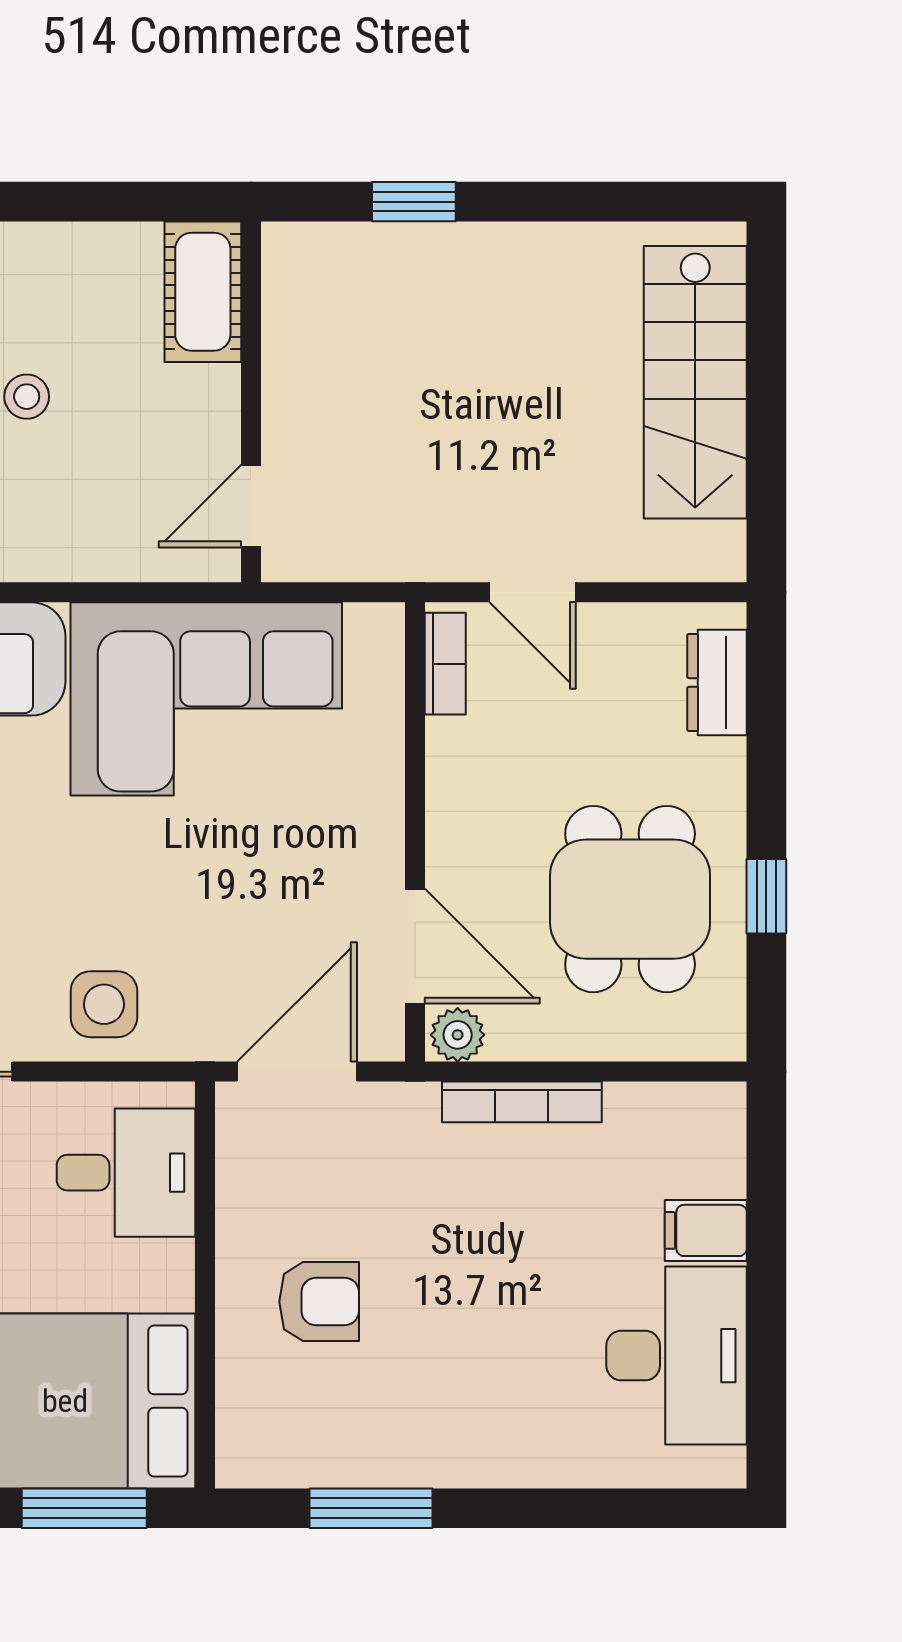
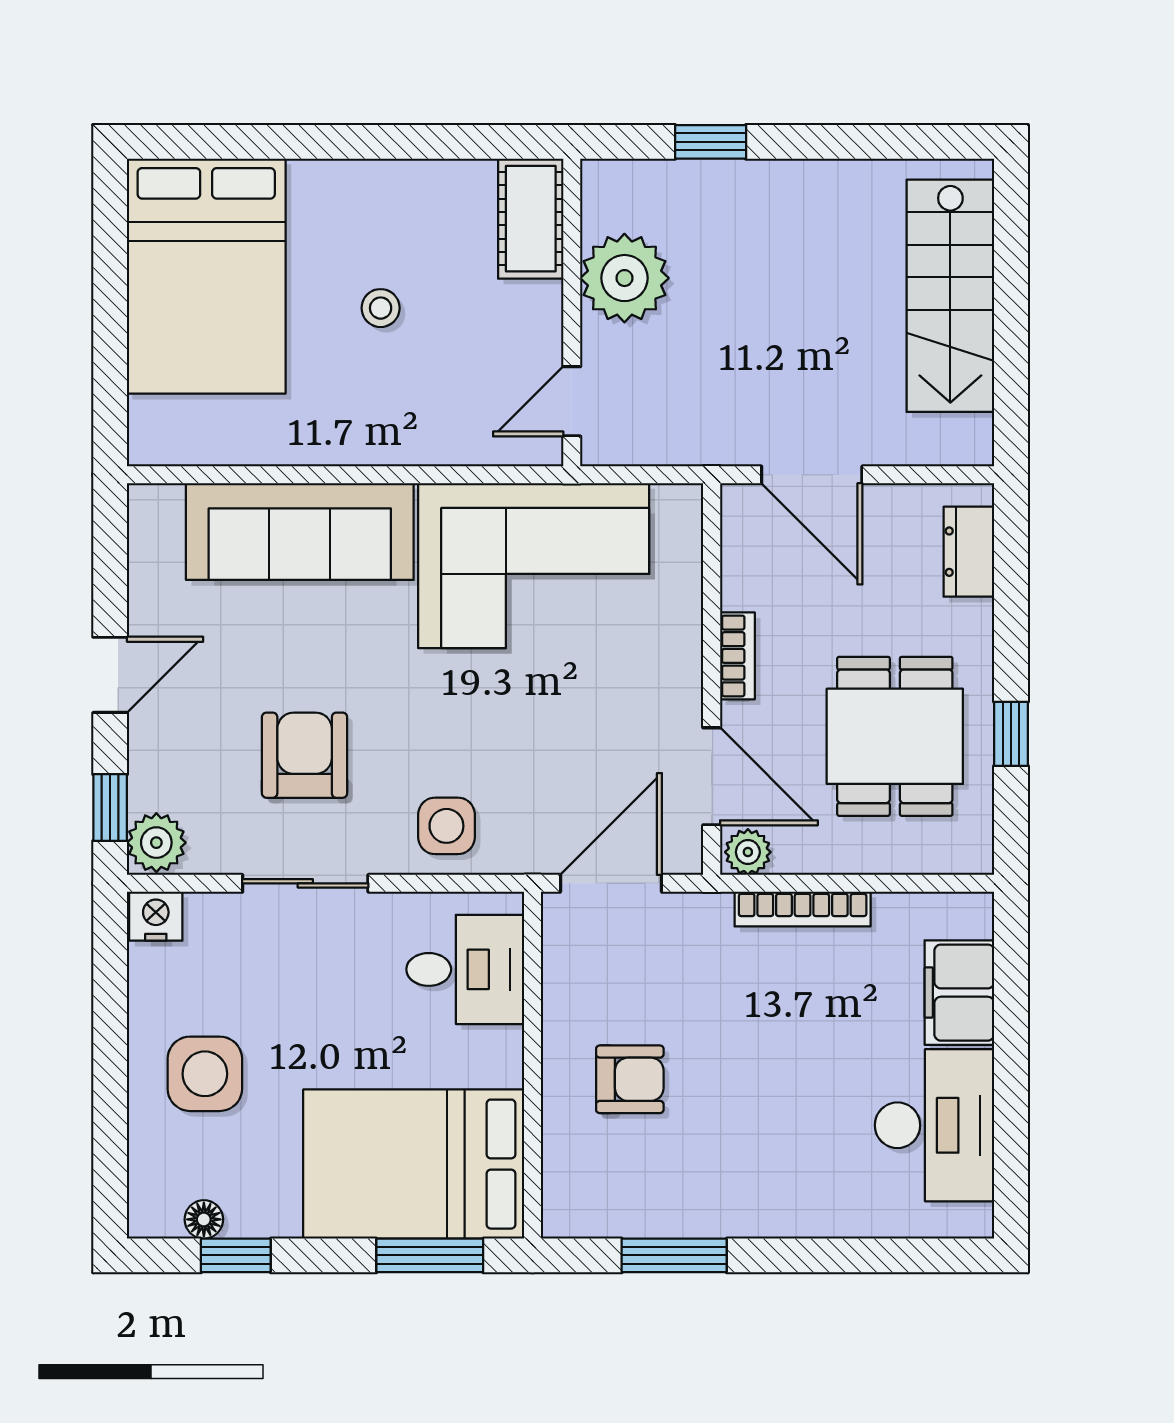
plant: (313, 361) -> (624, 278), added
door: (533, 592) -> (812, 475), width x1.38
bookcase: (445, 664) -> (737, 656), moved
filing cabinet: (706, 1230) -> (959, 993), width x2.00

